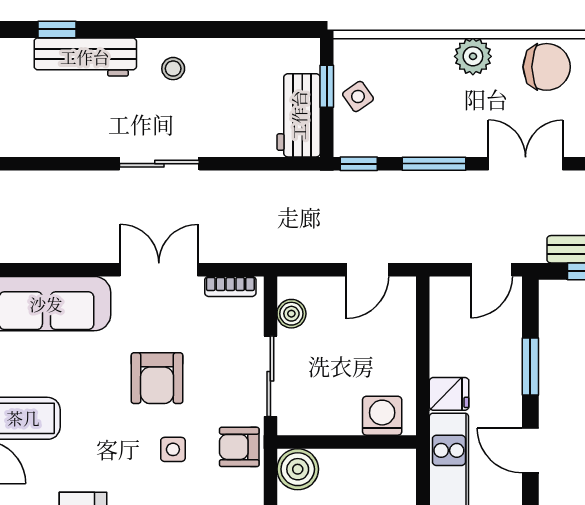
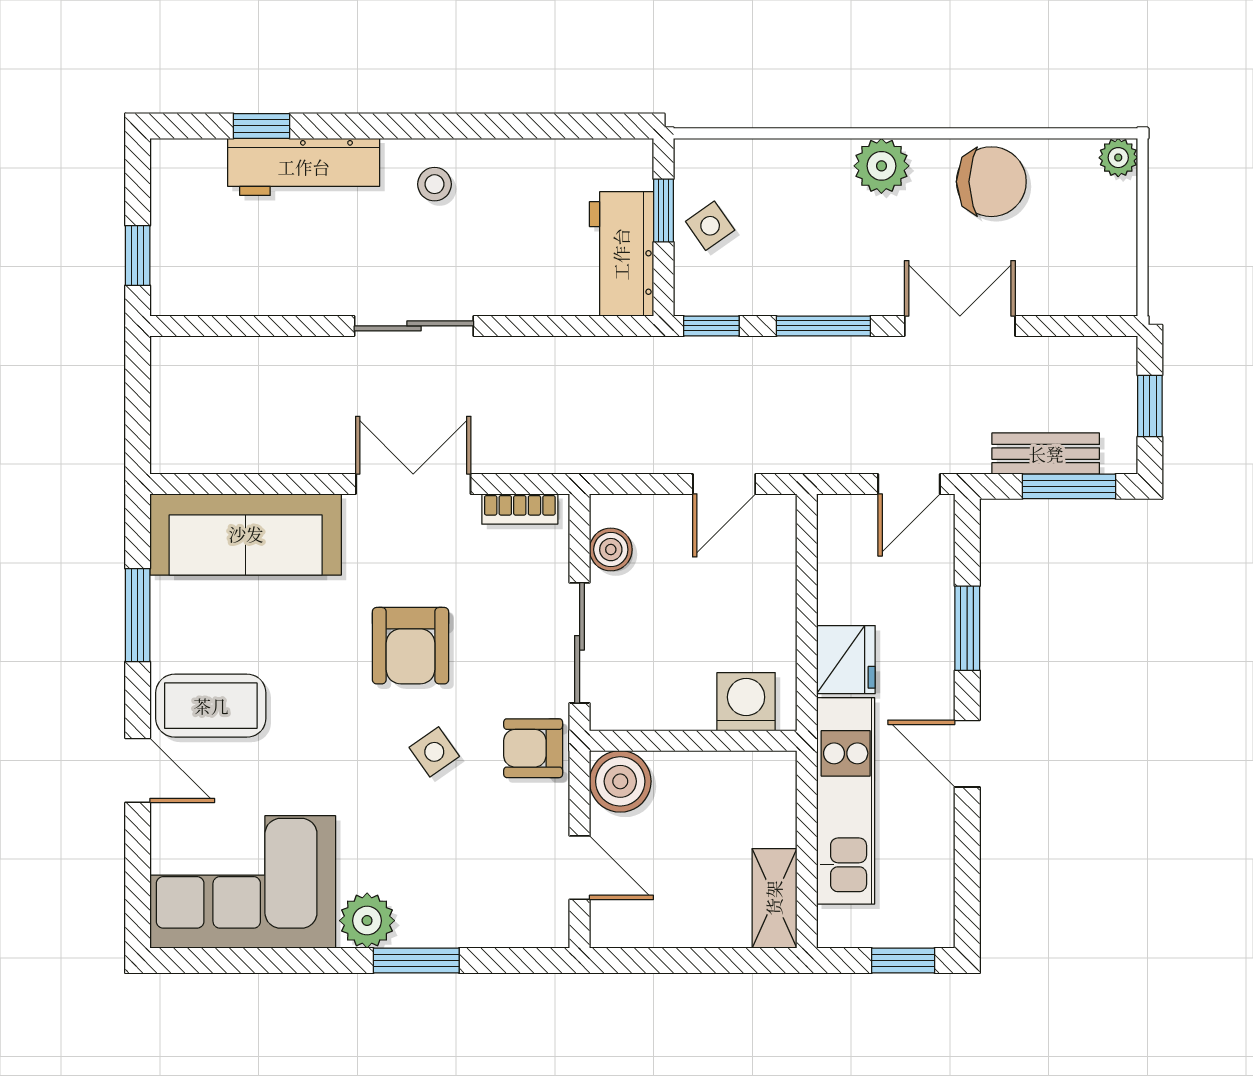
fridge: (449, 394) -> (846, 660), width x1.38
side table: (173, 449) -> (434, 752), turned -35

